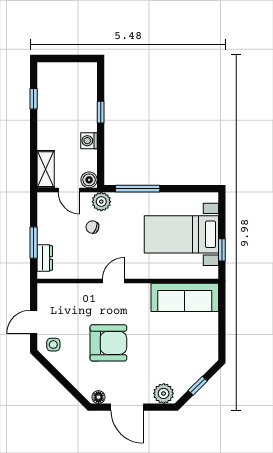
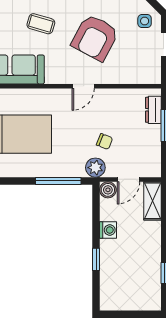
door: (69, 190) -> (128, 179), swing flipped
coffee table: (155, 342) -> (41, 24), added
armchair: (108, 343) -> (95, 38), moved, turned -62

